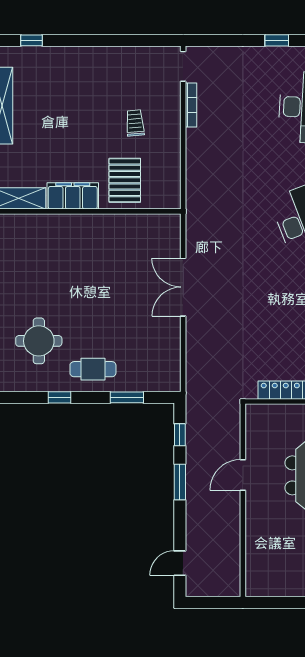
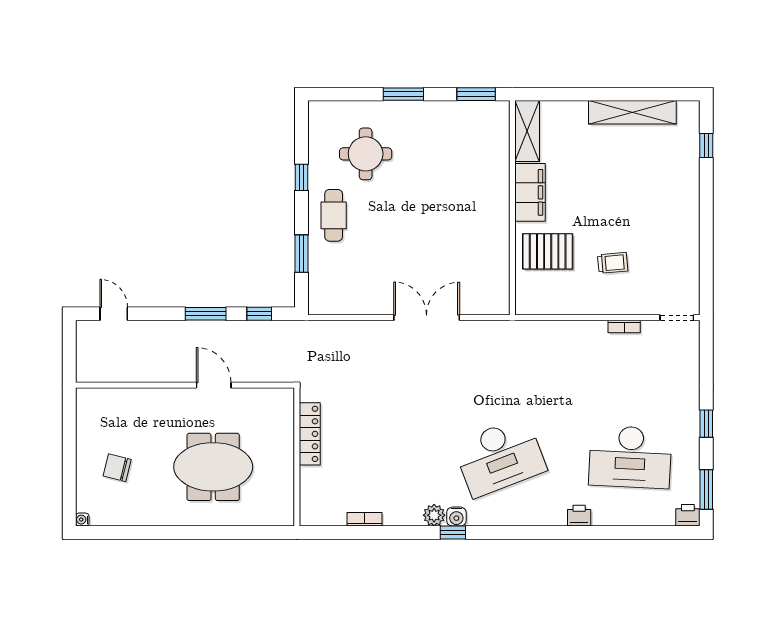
bookcase: (191, 105) -> (624, 326), width x0.64

